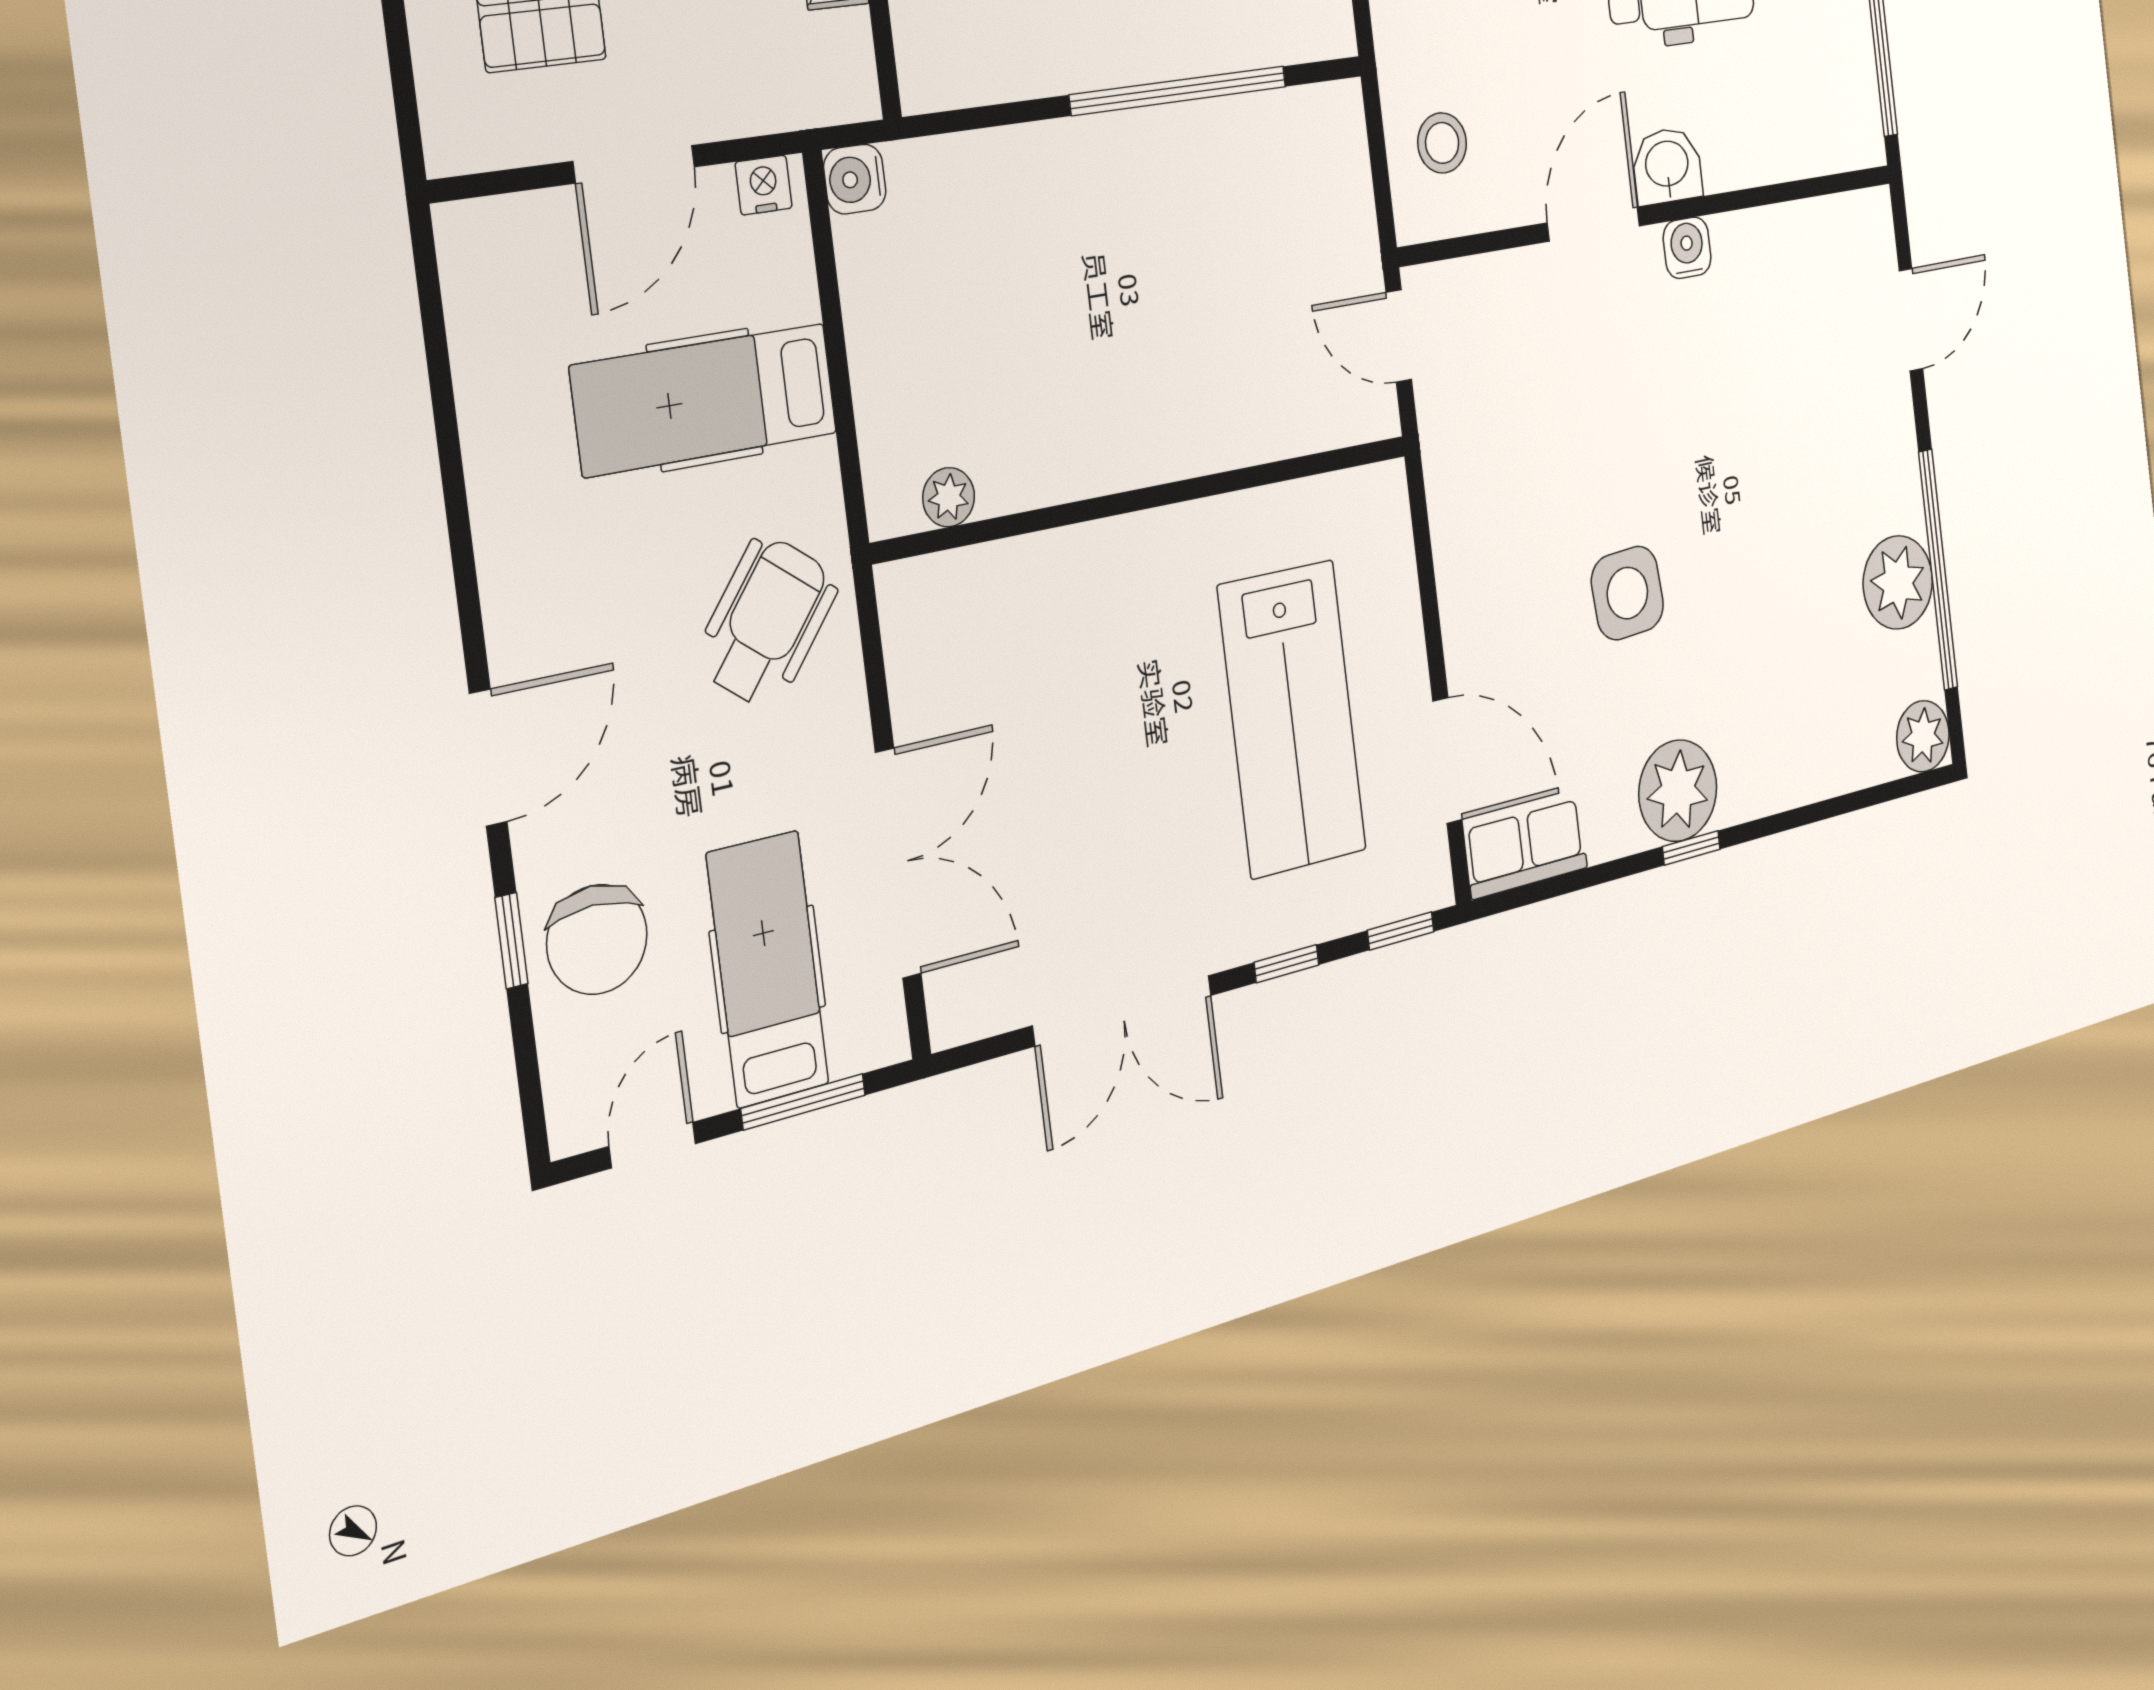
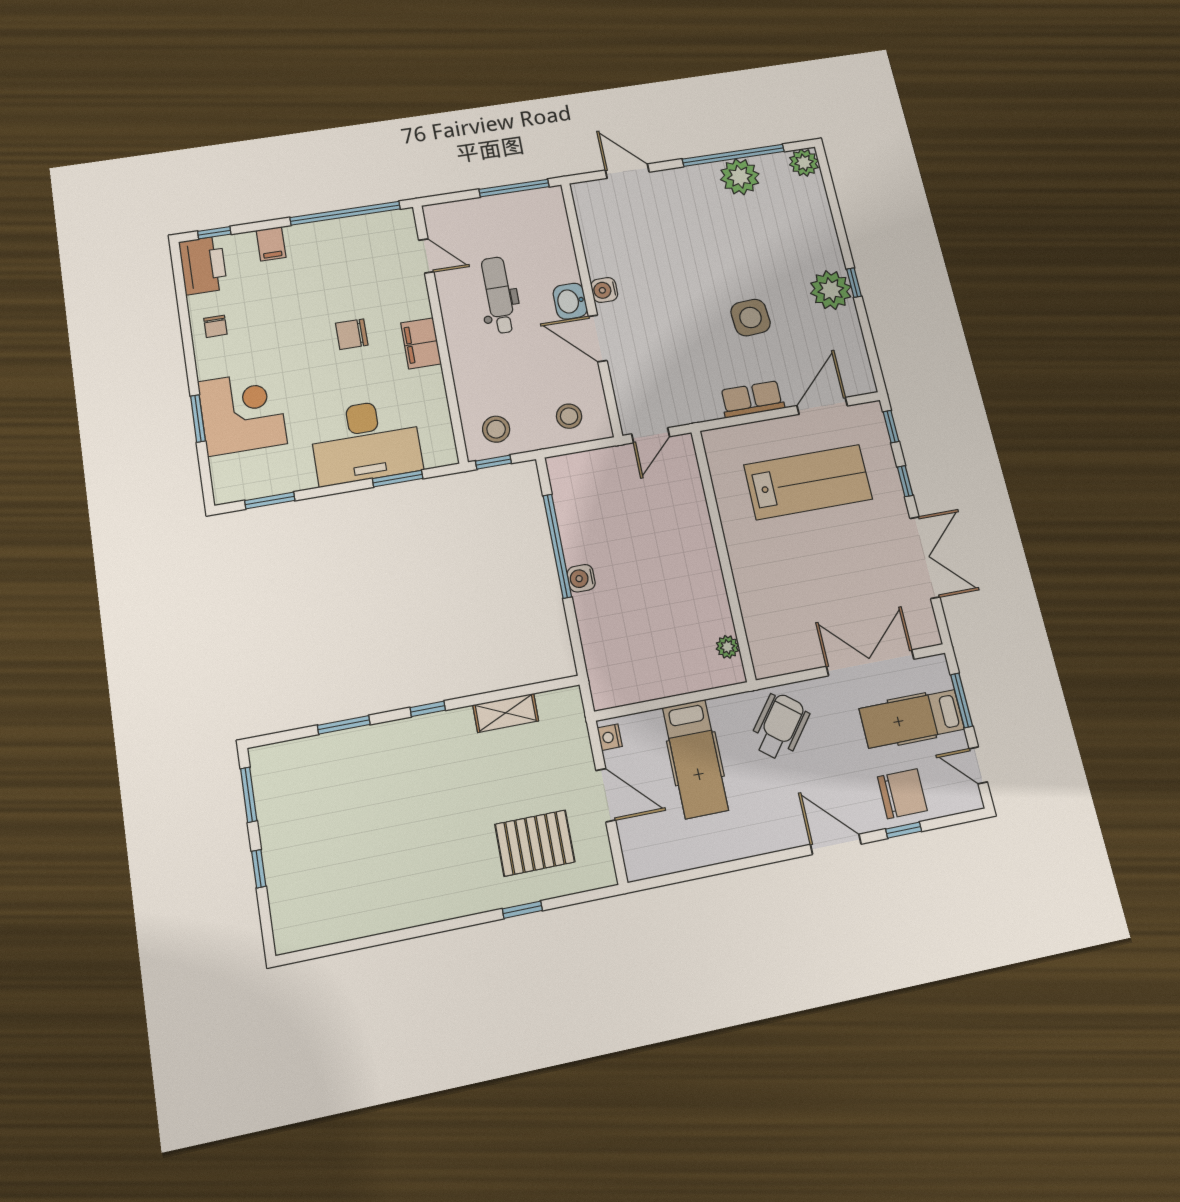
water cooler: (855, 179) -> (581, 578), moved, turned 90
wheelchair: (767, 622) -> (780, 726), turned 90
row of seats: (1526, 849) -> (752, 399), moved, turned 90

